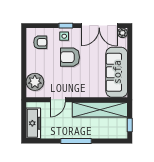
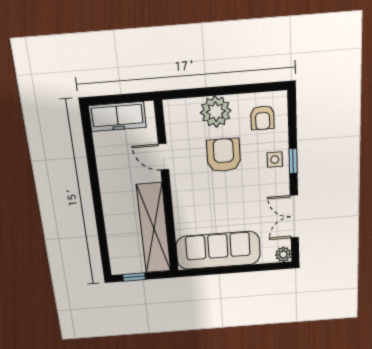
double door: (99, 26) -> (294, 217), width x0.73
armchair: (70, 57) -> (224, 155), moved
plant: (35, 82) -> (216, 112), moved
window: (76, 141) -> (96, 194), removed

